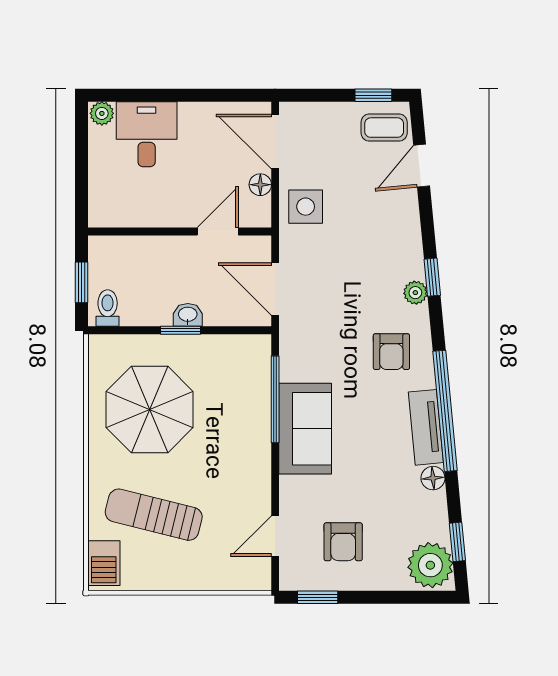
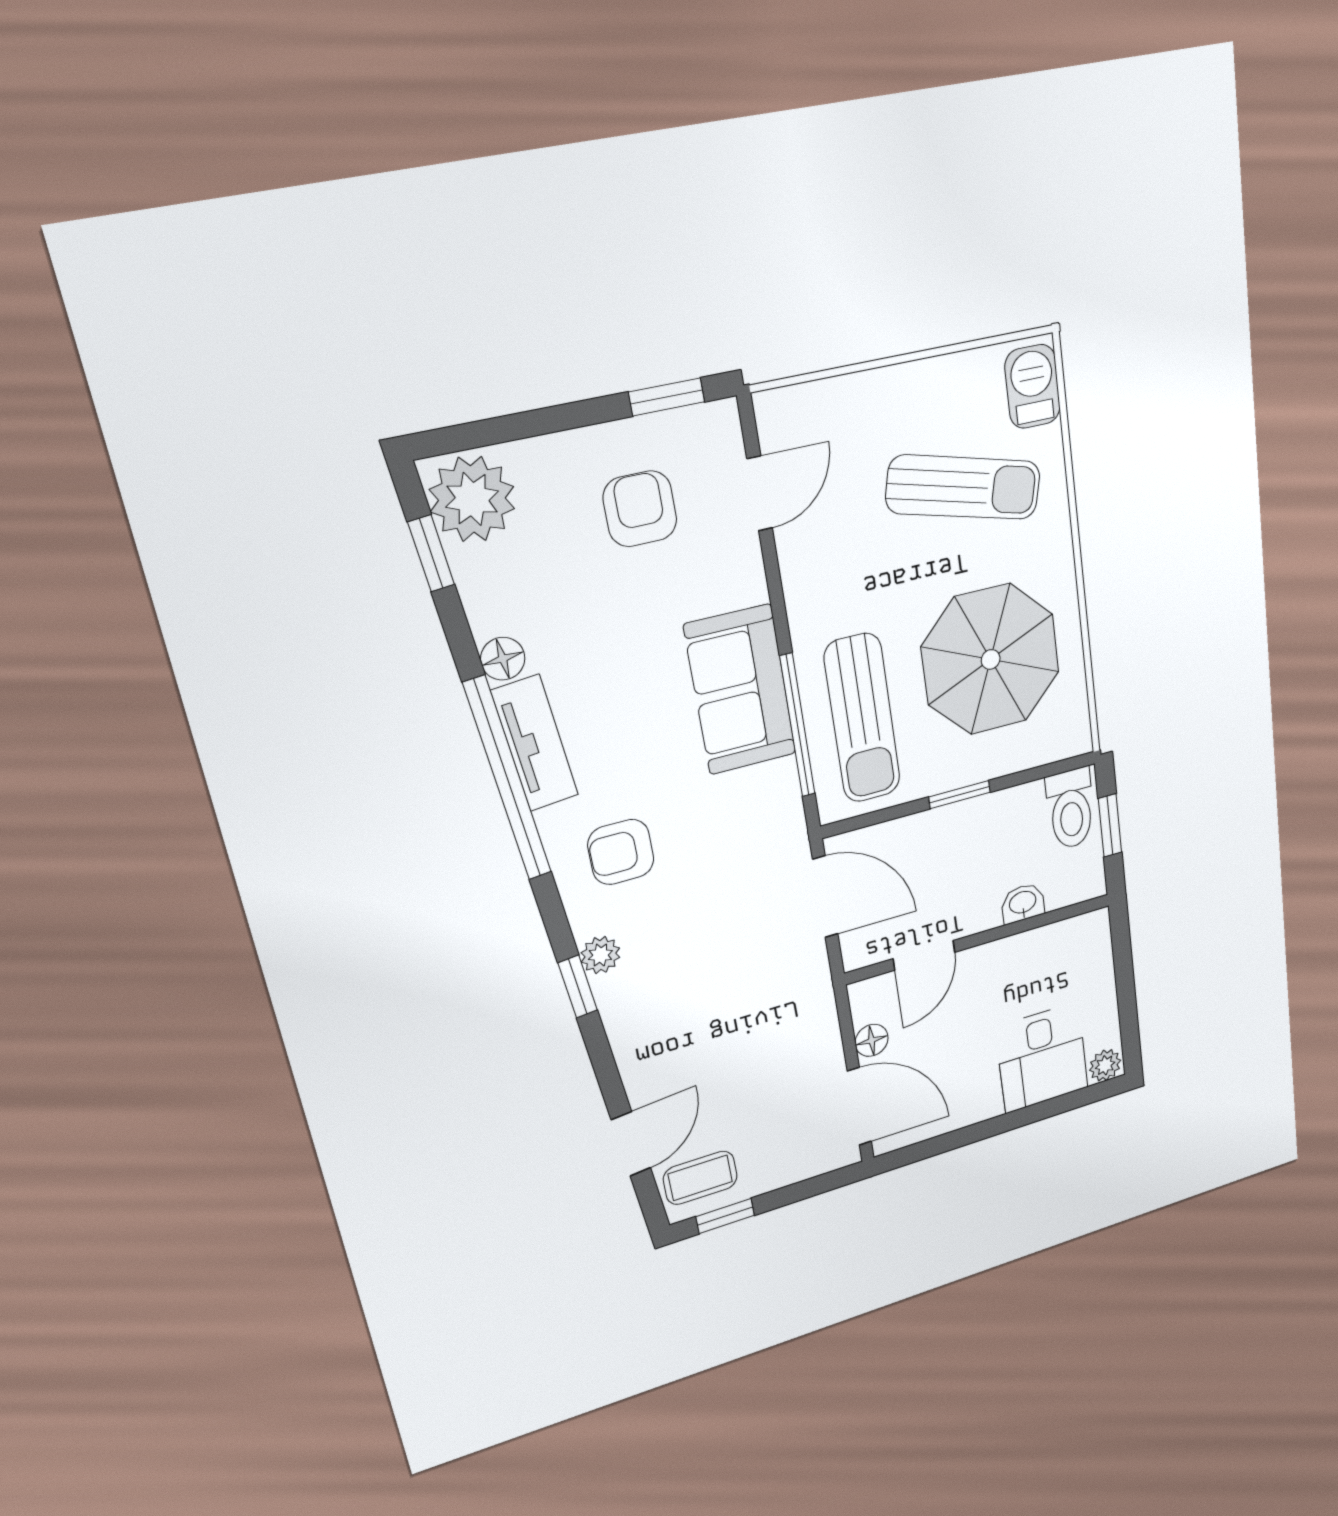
side table: (306, 207) -> (799, 1030), removed
toilet: (108, 308) -> (1071, 809), width x1.37, depth x1.39
washbasin: (188, 315) -> (1023, 903), moved, turned 180
armchair: (391, 352) -> (621, 852), turned -90
sun lounger: (235, 394) -> (862, 718), added

